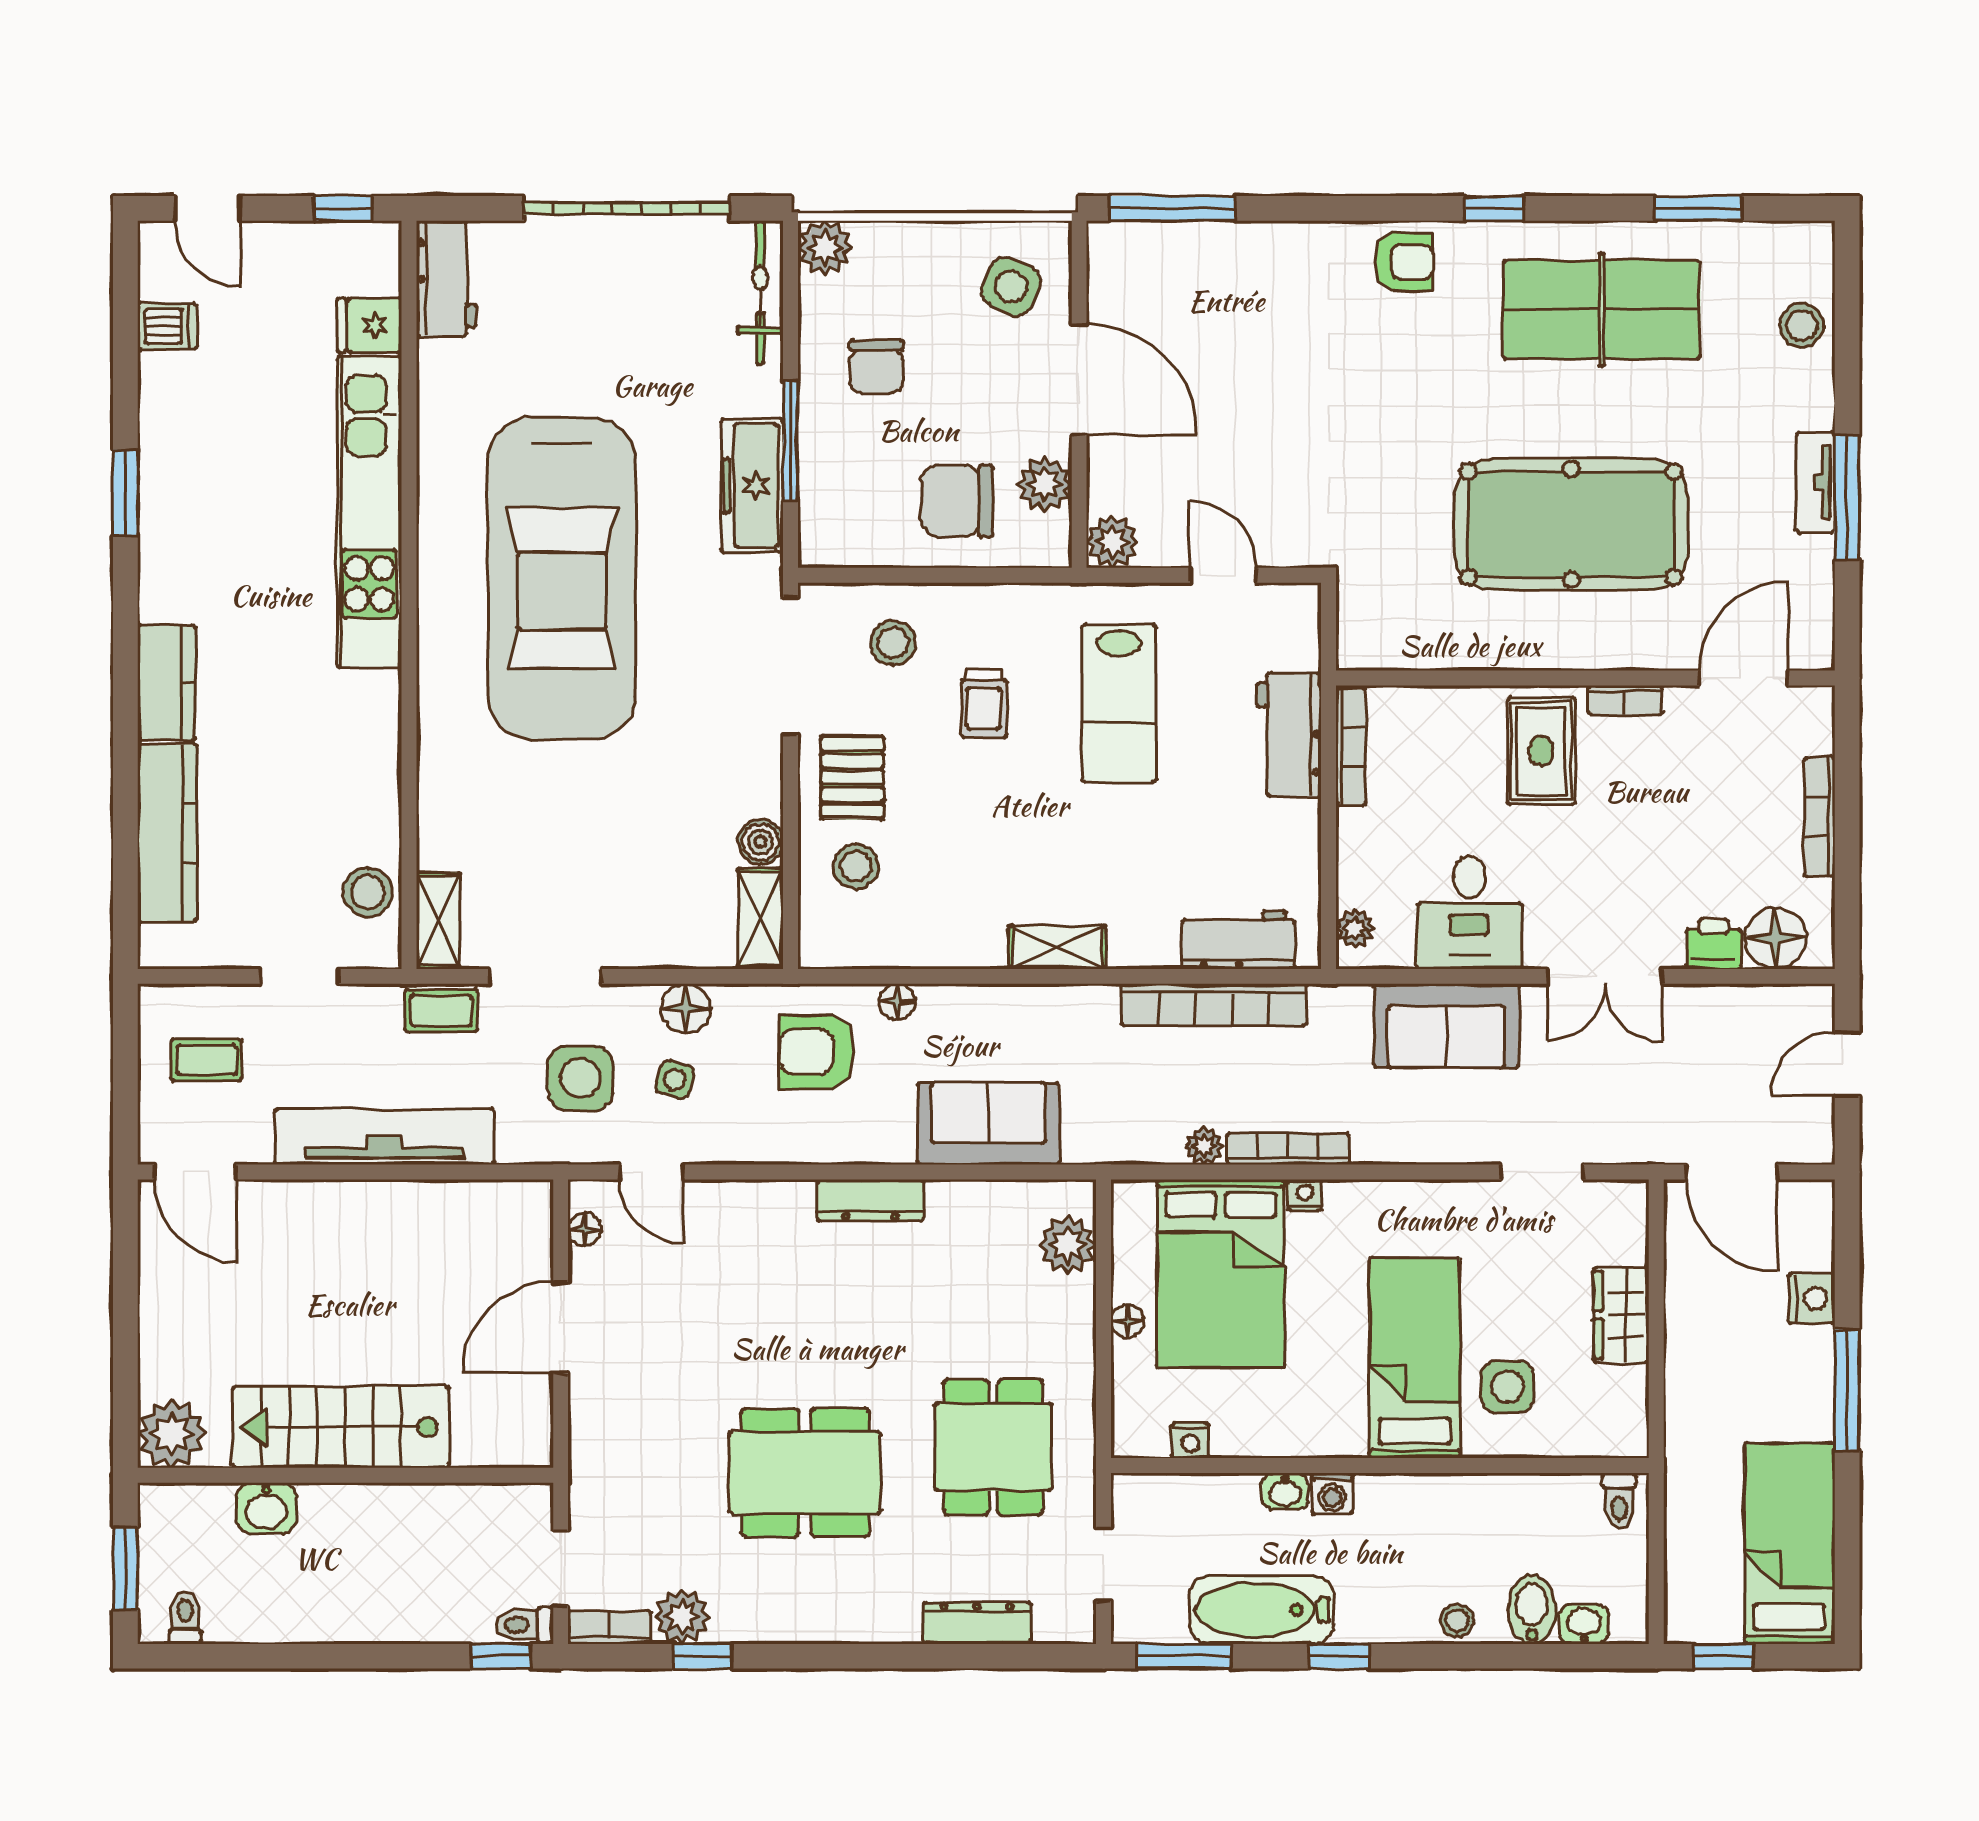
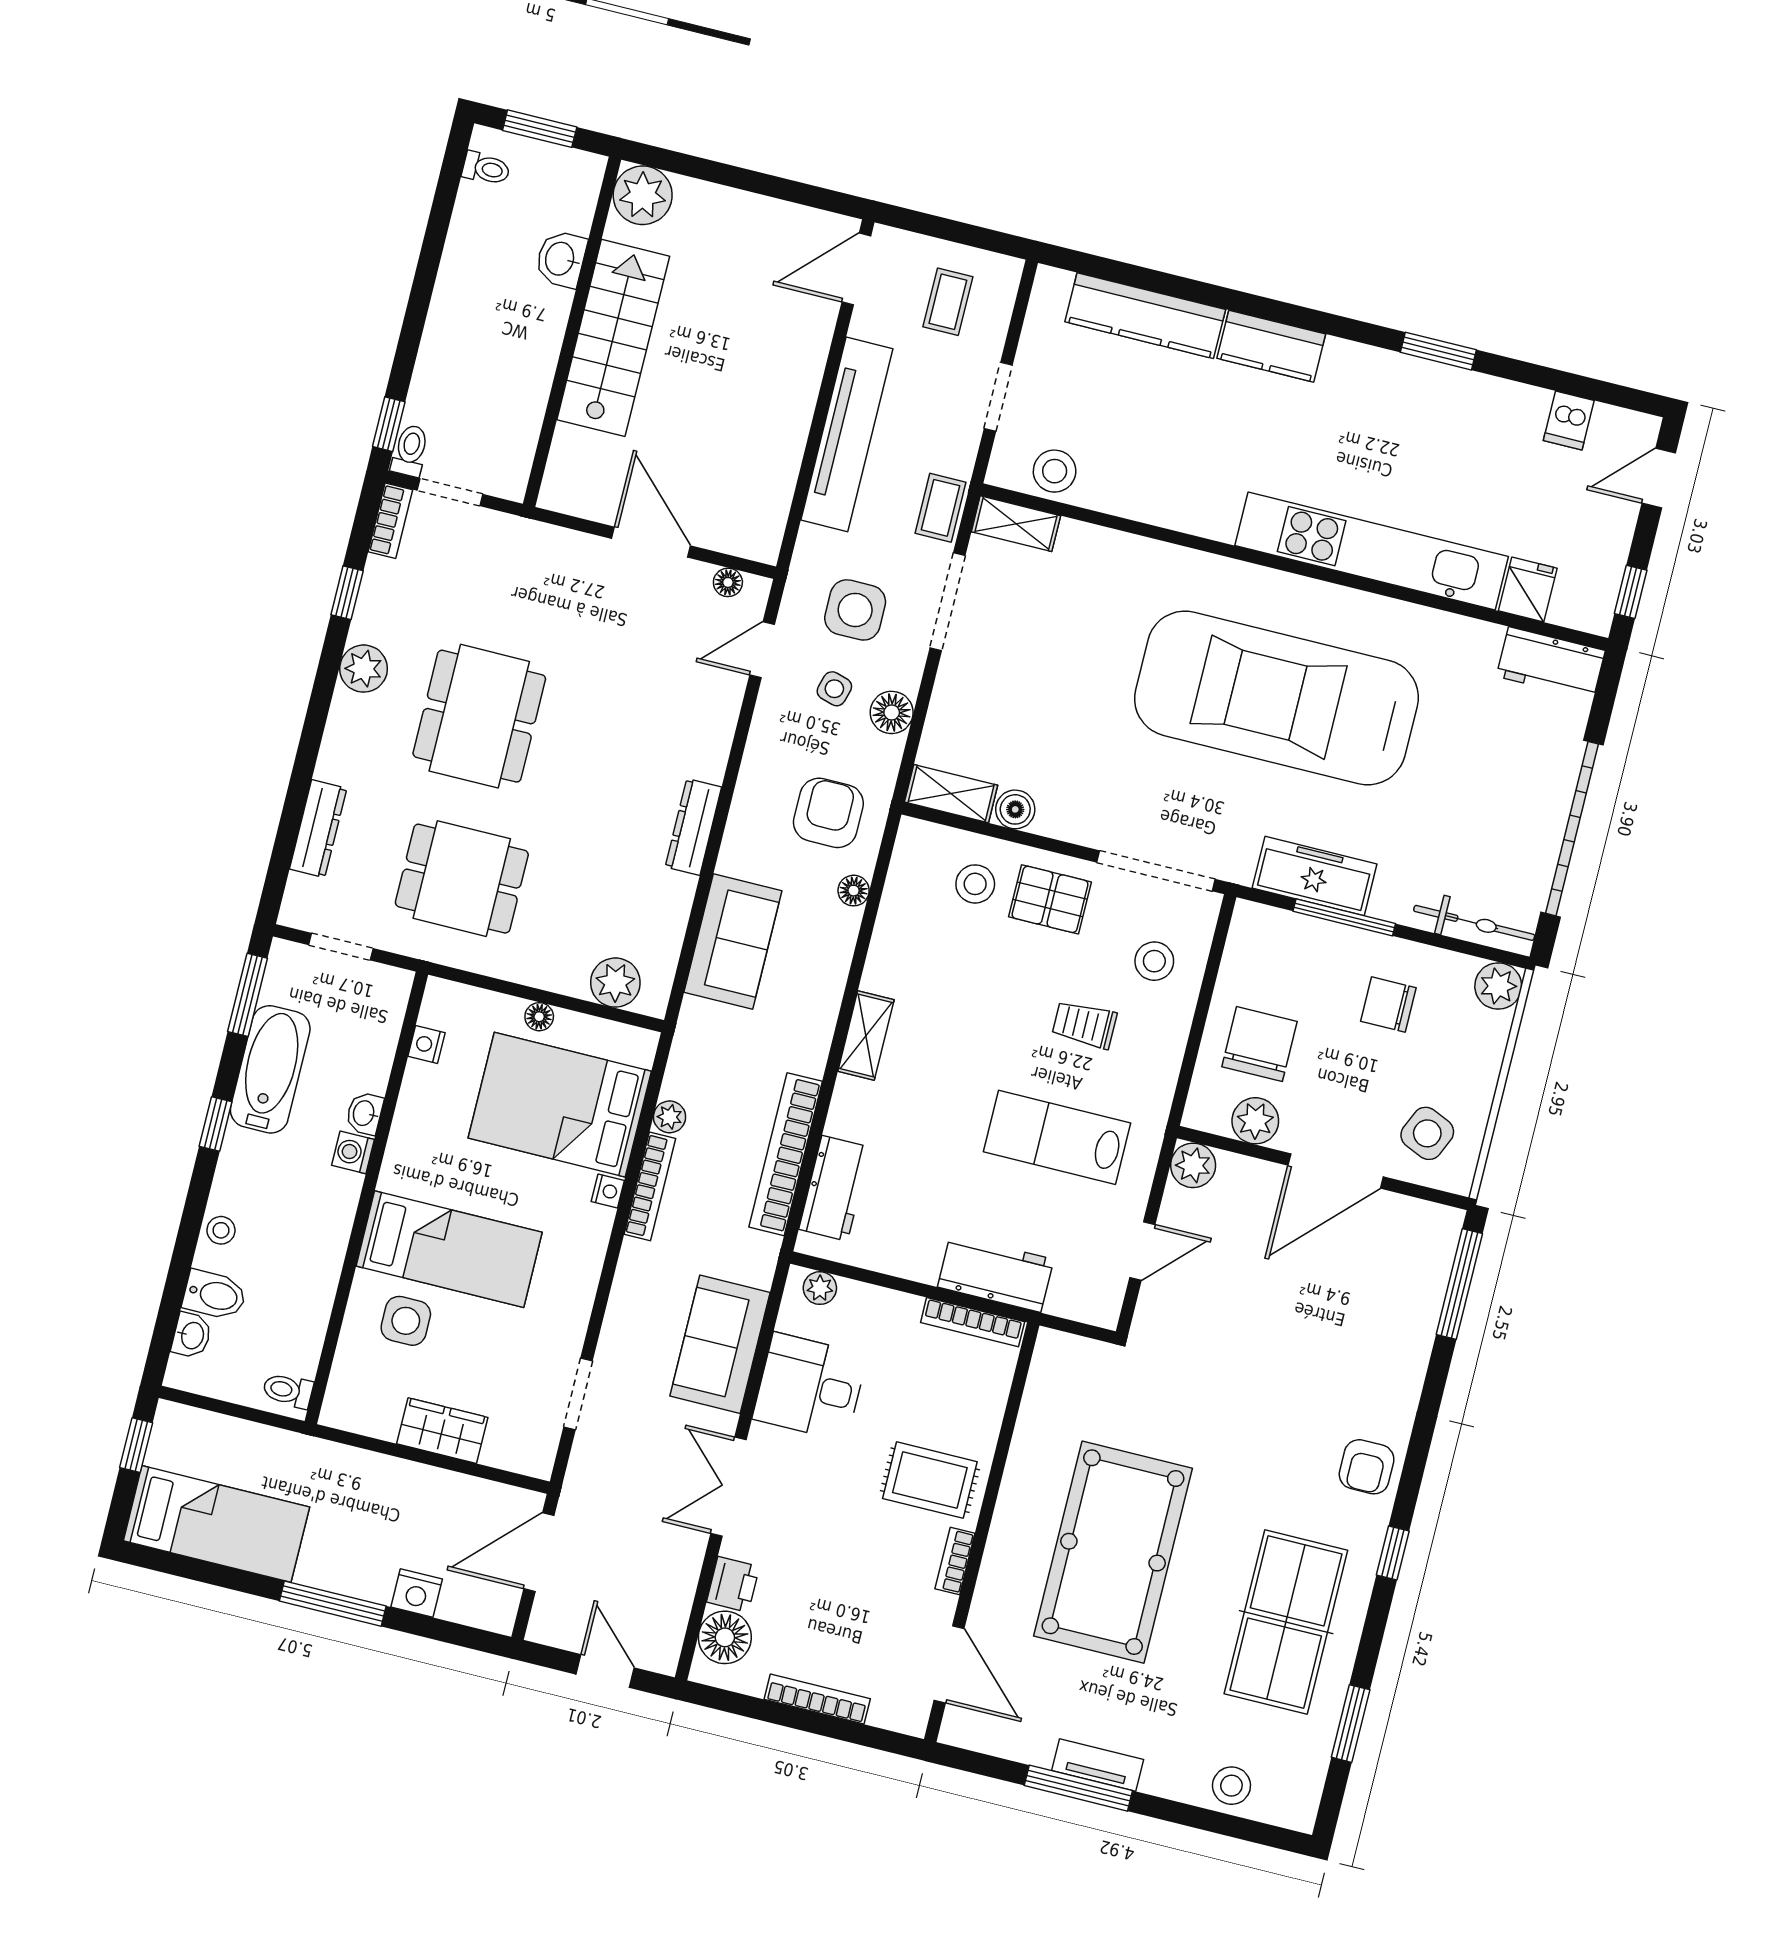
plant: (682, 1616) -> (364, 669), moved

